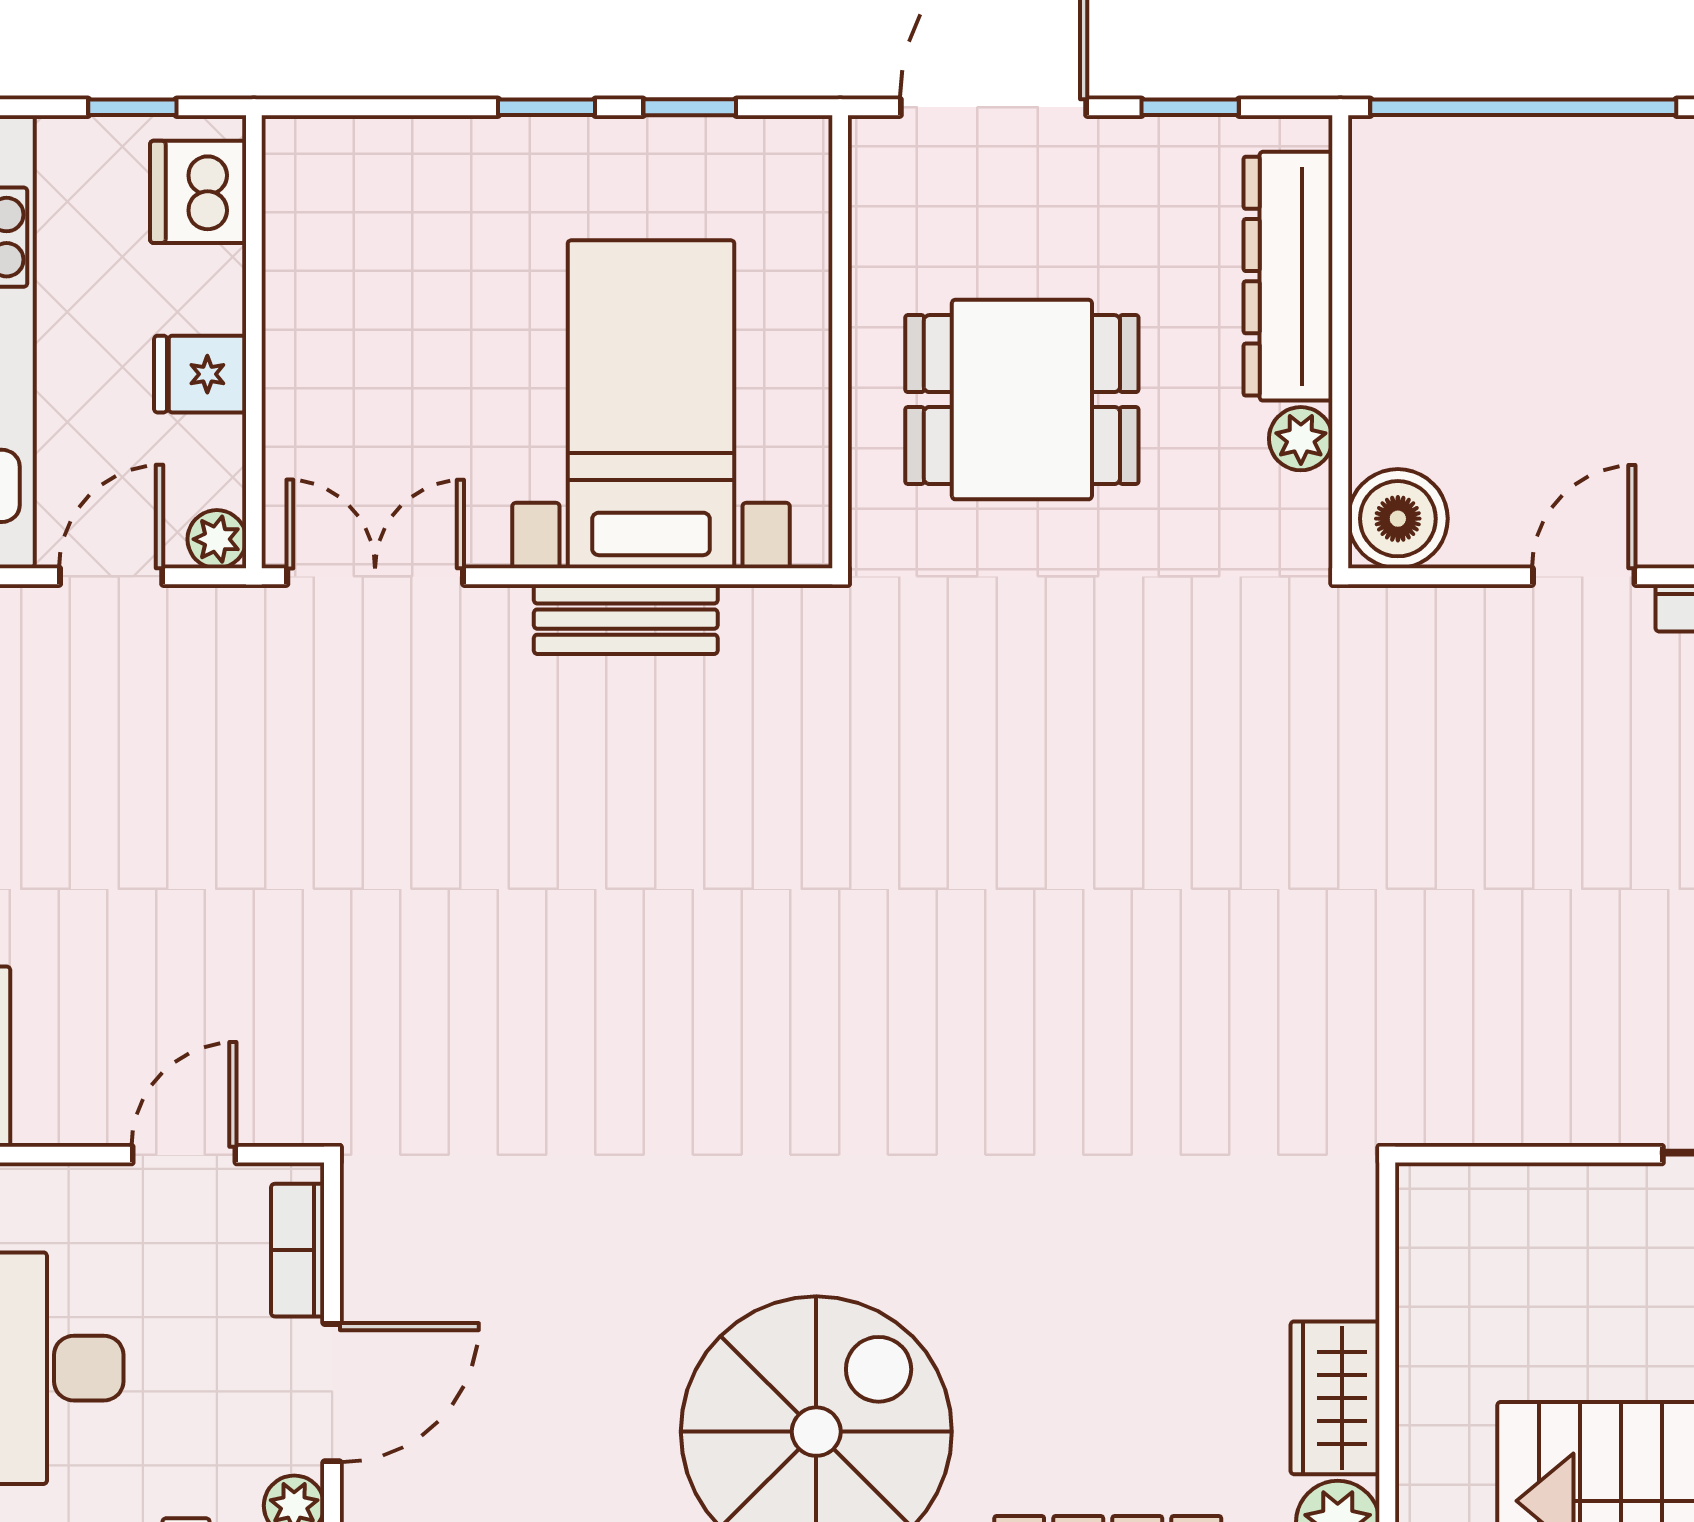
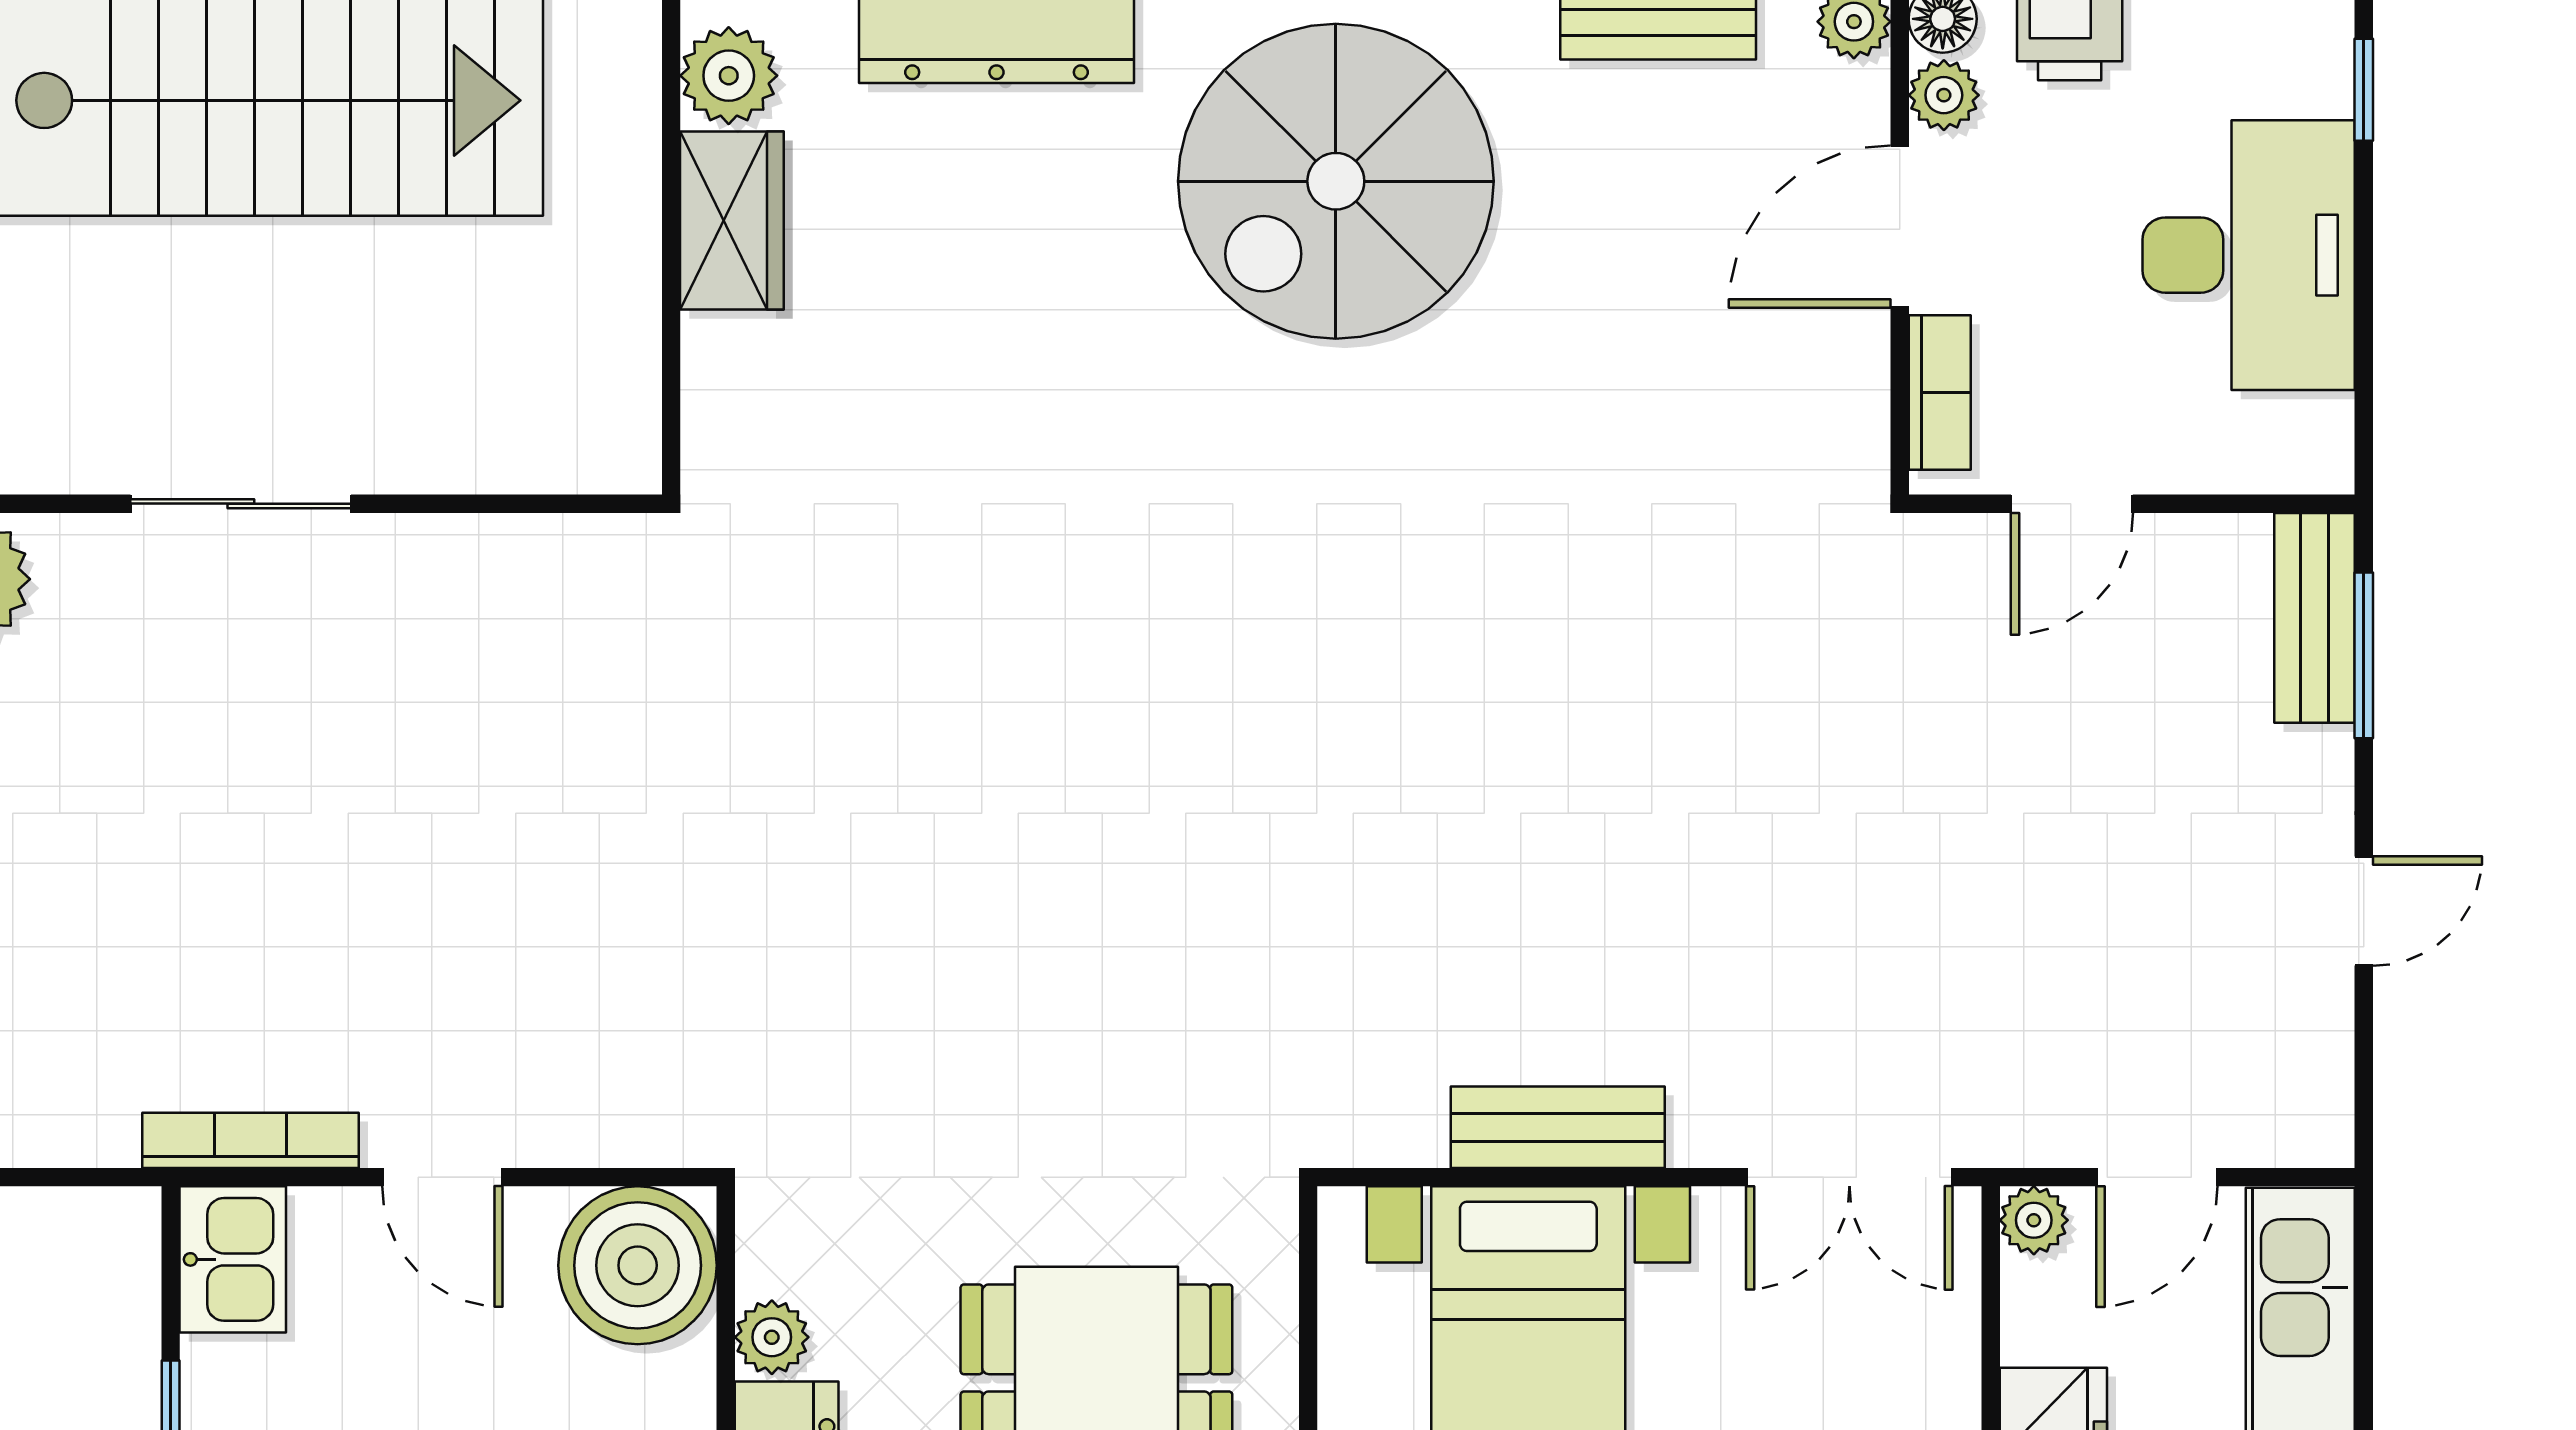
boiler: (1398, 519) -> (638, 1265), width x1.37, depth x1.37
door: (1584, 576) -> (442, 1177), hinge flipped

